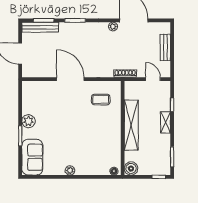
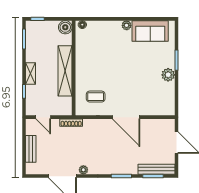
sofa: (32, 157) -> (150, 31), moved, turned -90

